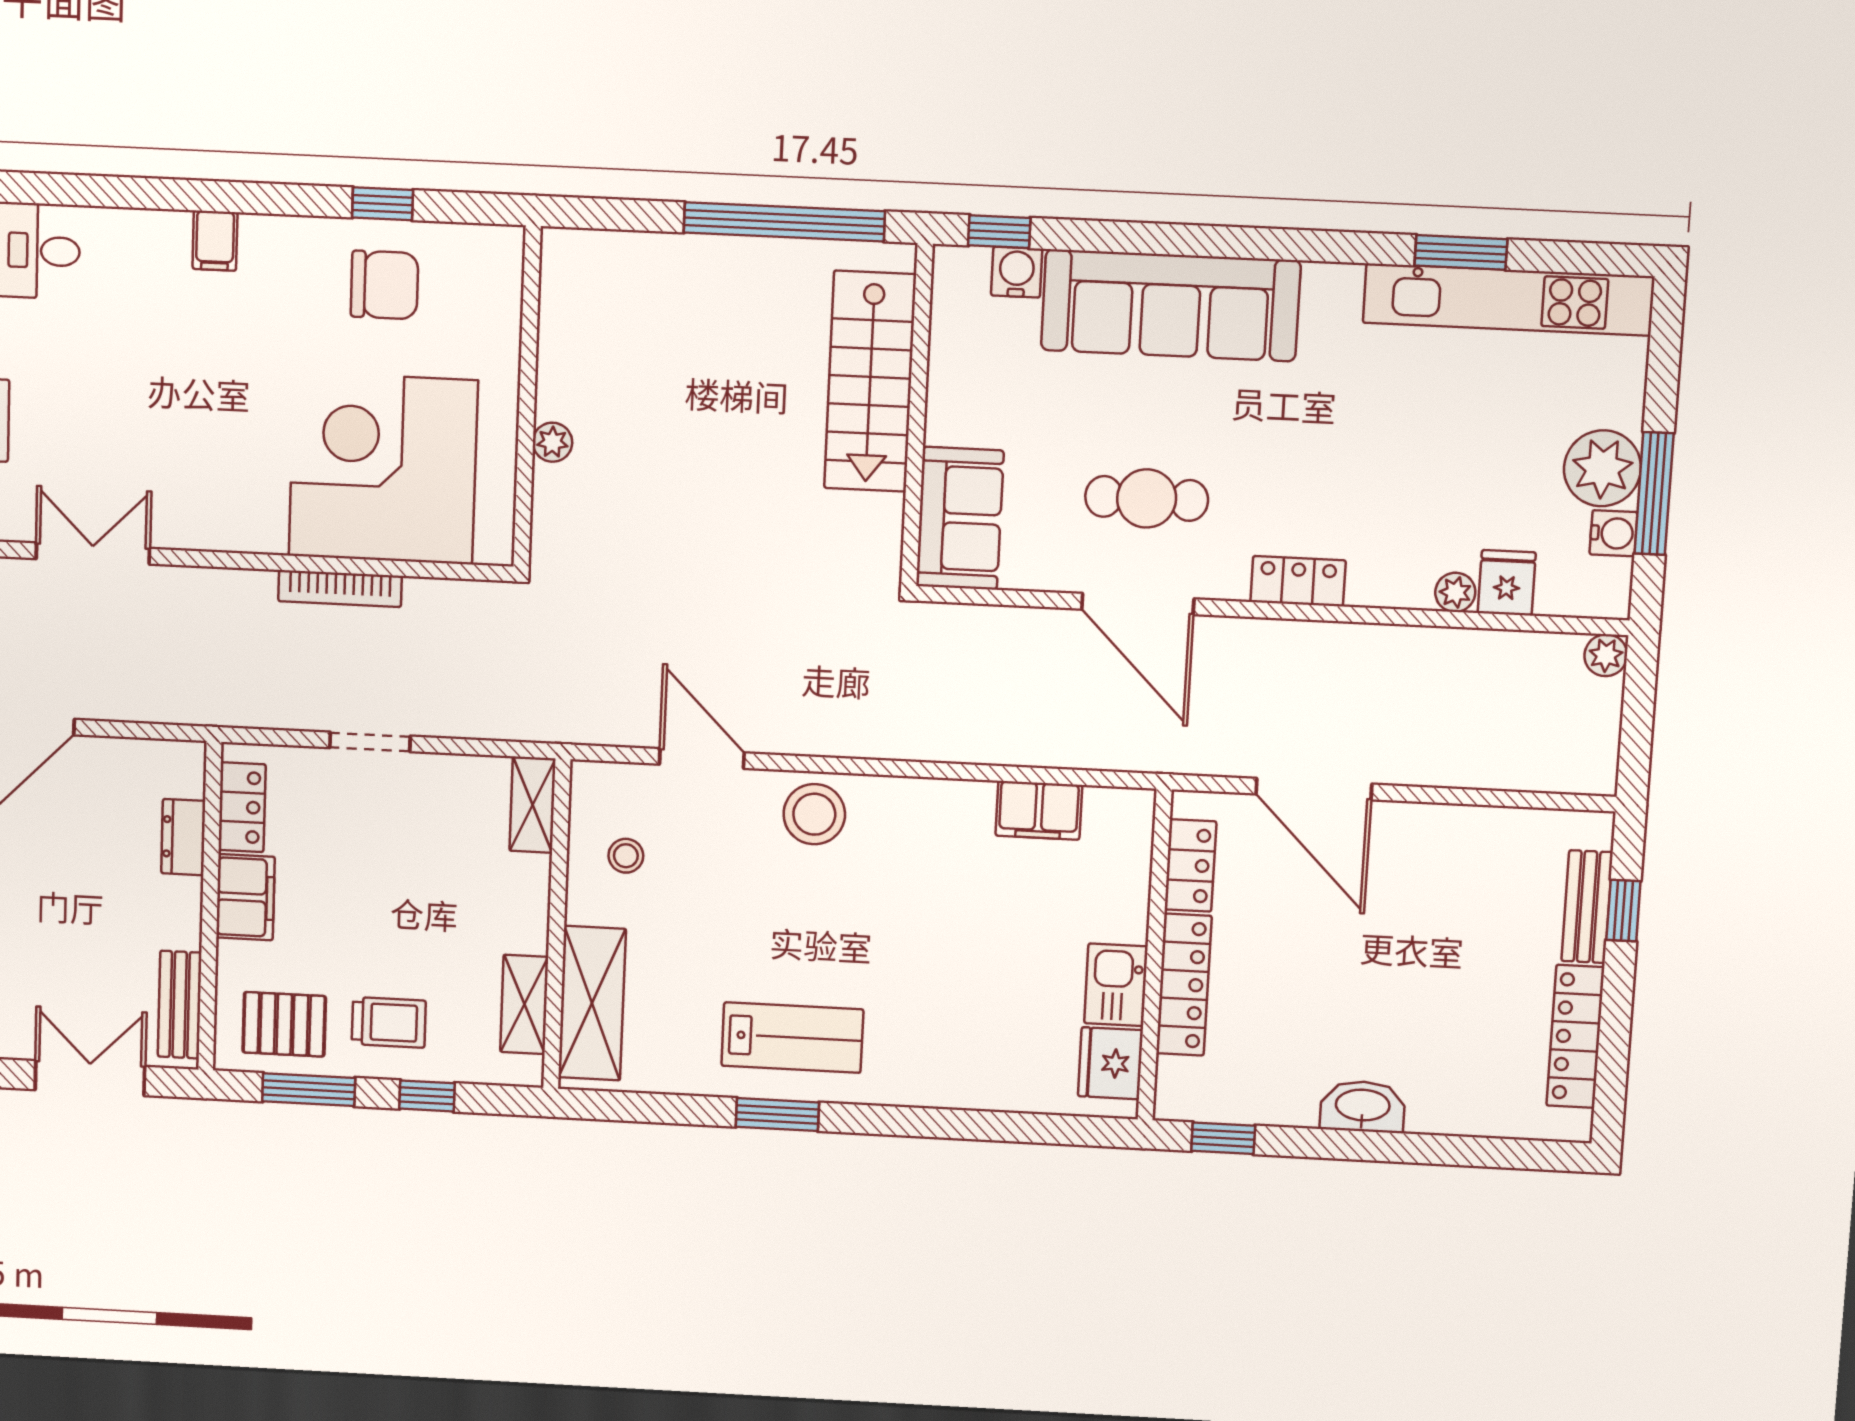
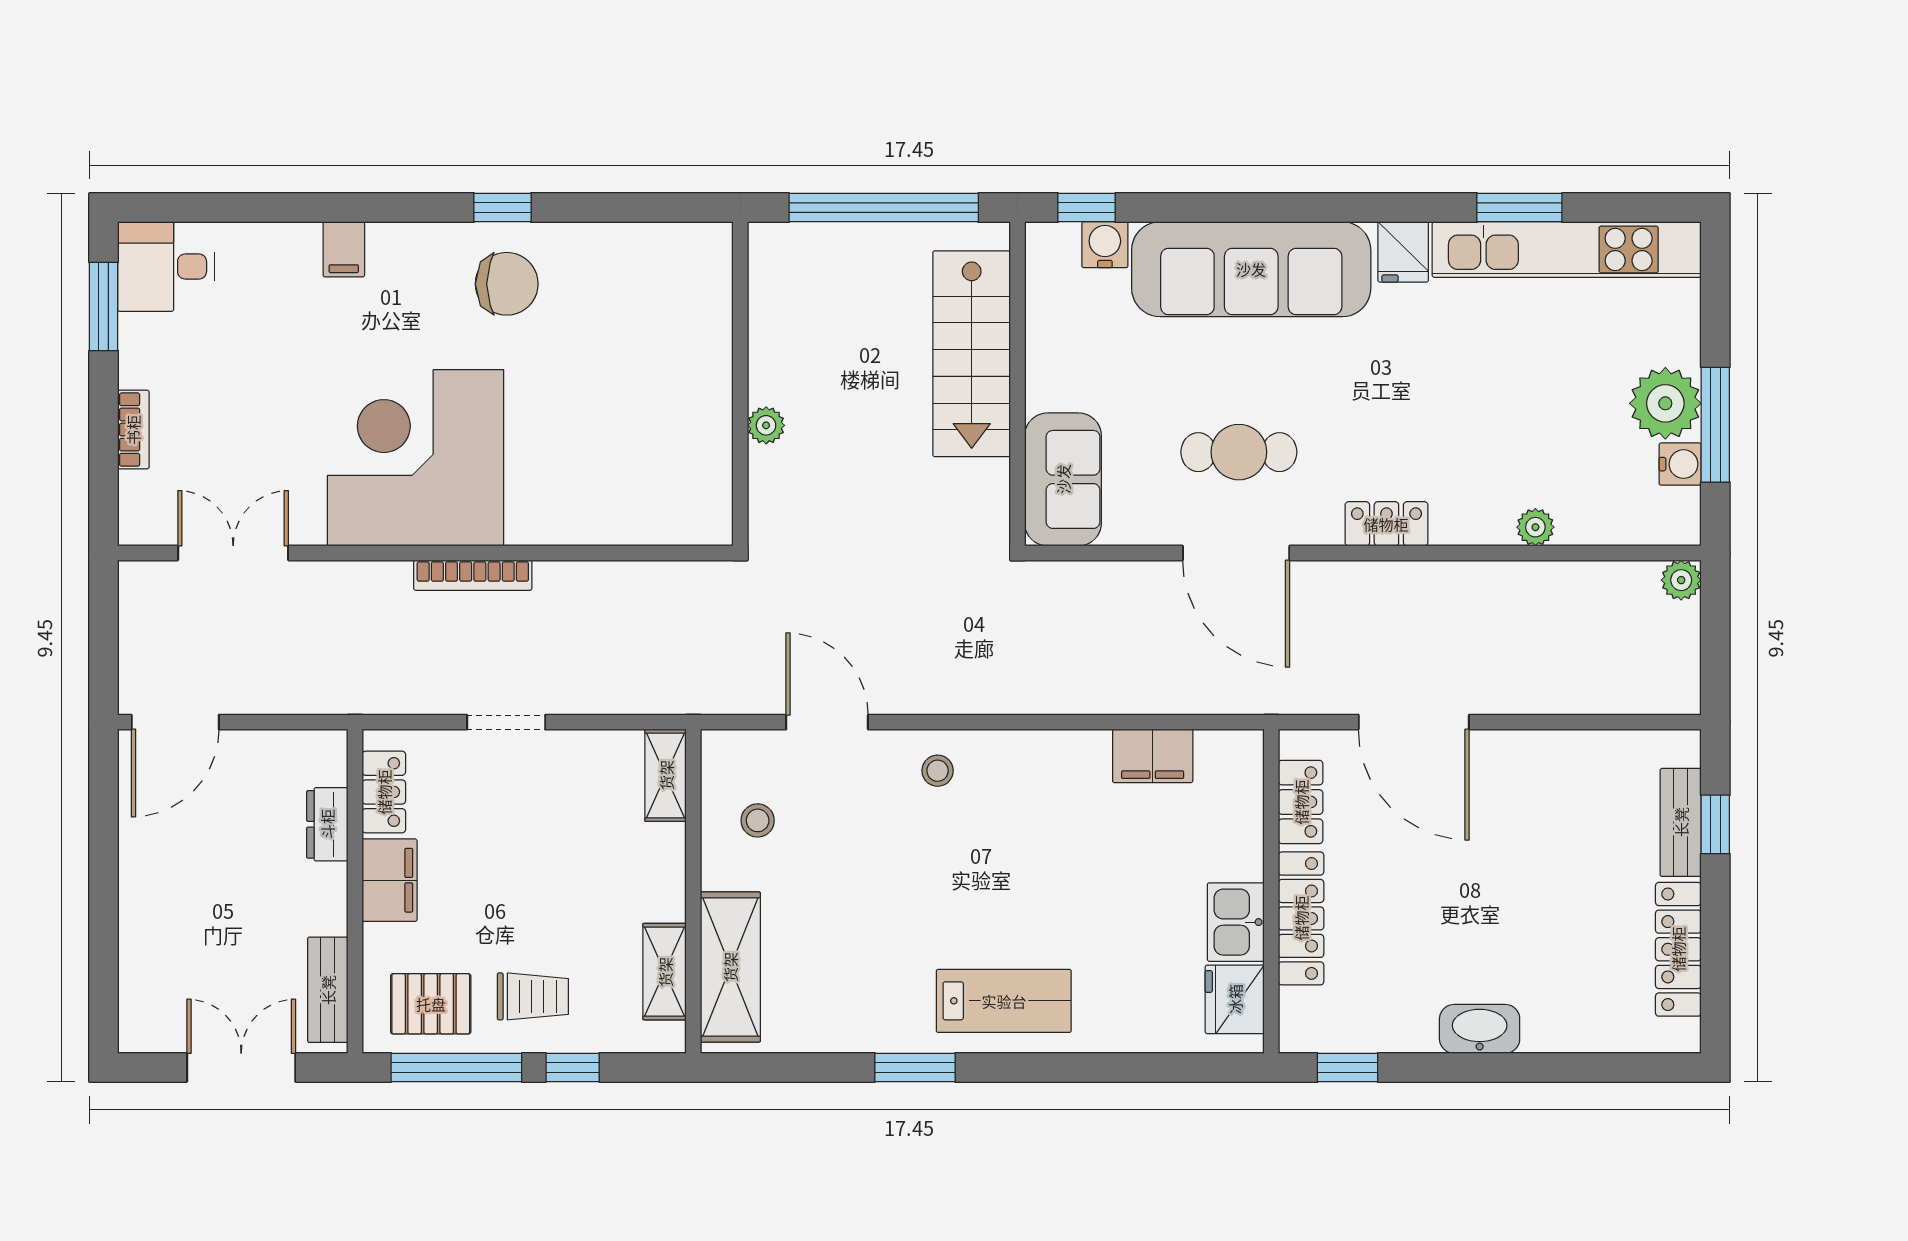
wall: (527, 397) -> (740, 384), moved
plant: (552, 442) -> (766, 425), moved
corner desk: (383, 468) -> (416, 458), moved
fridge: (1507, 583) -> (1403, 252), moved, turned 180
stool: (814, 814) -> (938, 771), width x0.53, depth x0.53
lab bench: (792, 1038) -> (1004, 1001), moved
window: (309, 1090) -> (456, 1068), width x1.44

